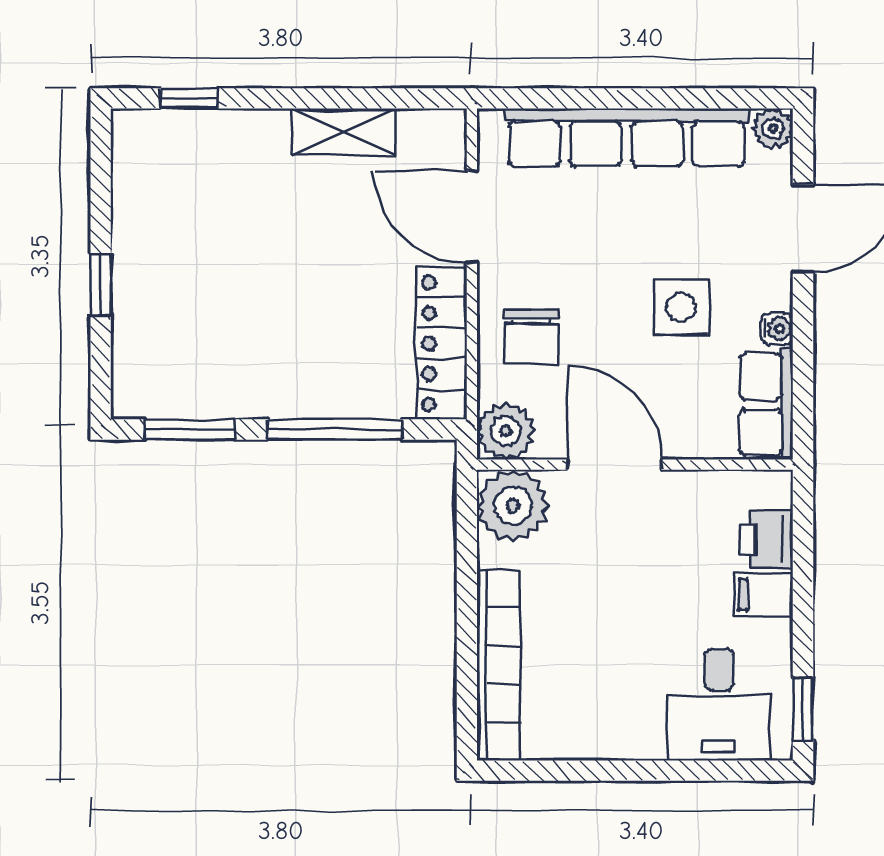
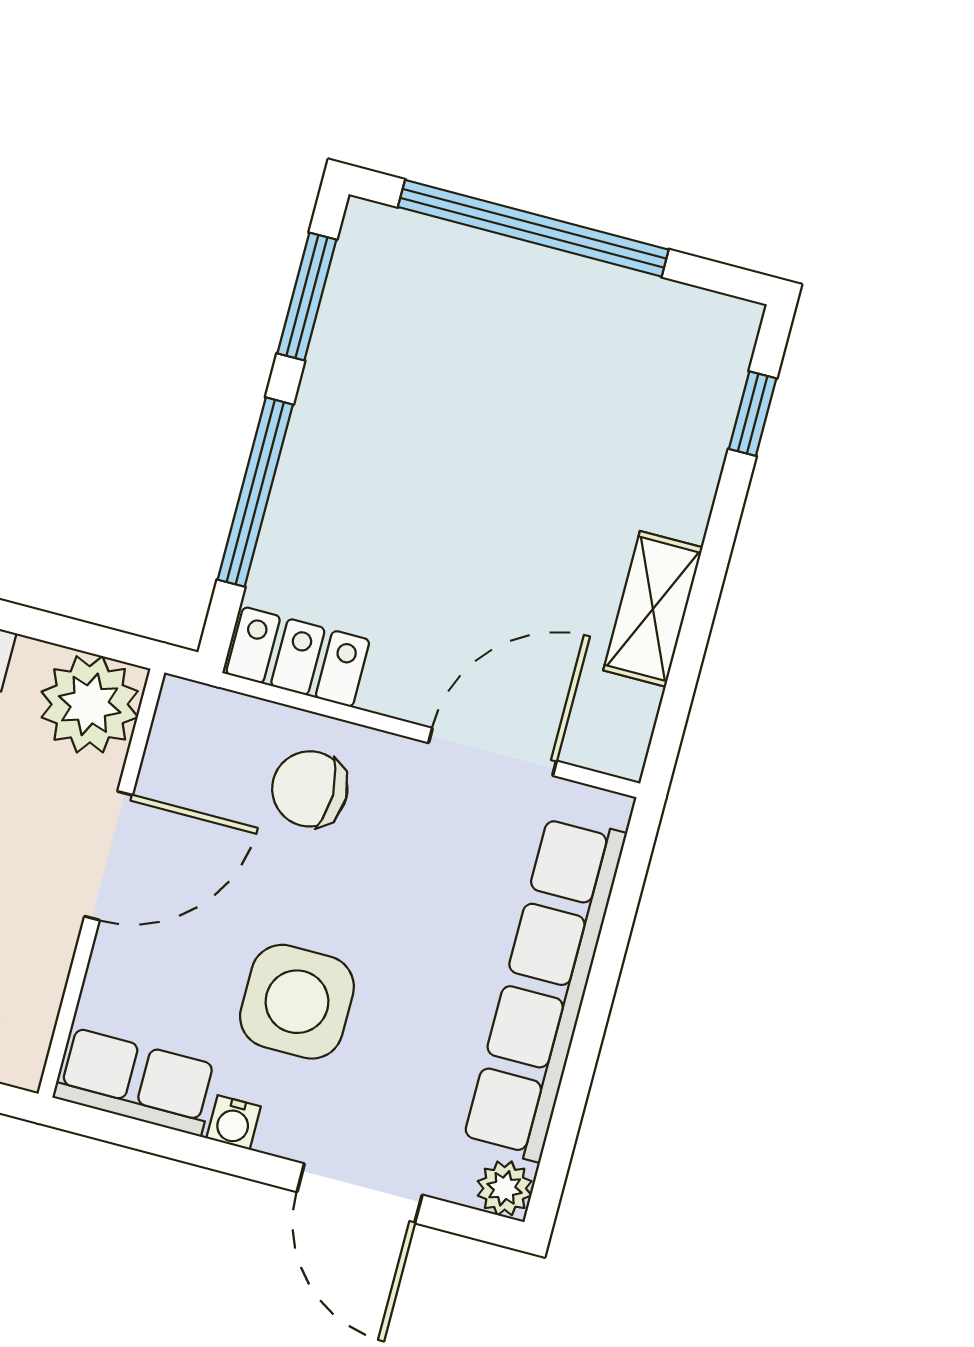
window: (101, 285) -> (533, 228), width x3.17
side table: (681, 307) -> (297, 1002), width x1.37, depth x1.37
locker: (442, 343) -> (298, 657), width x0.66
plant: (506, 431) -> (193, 721), removed

